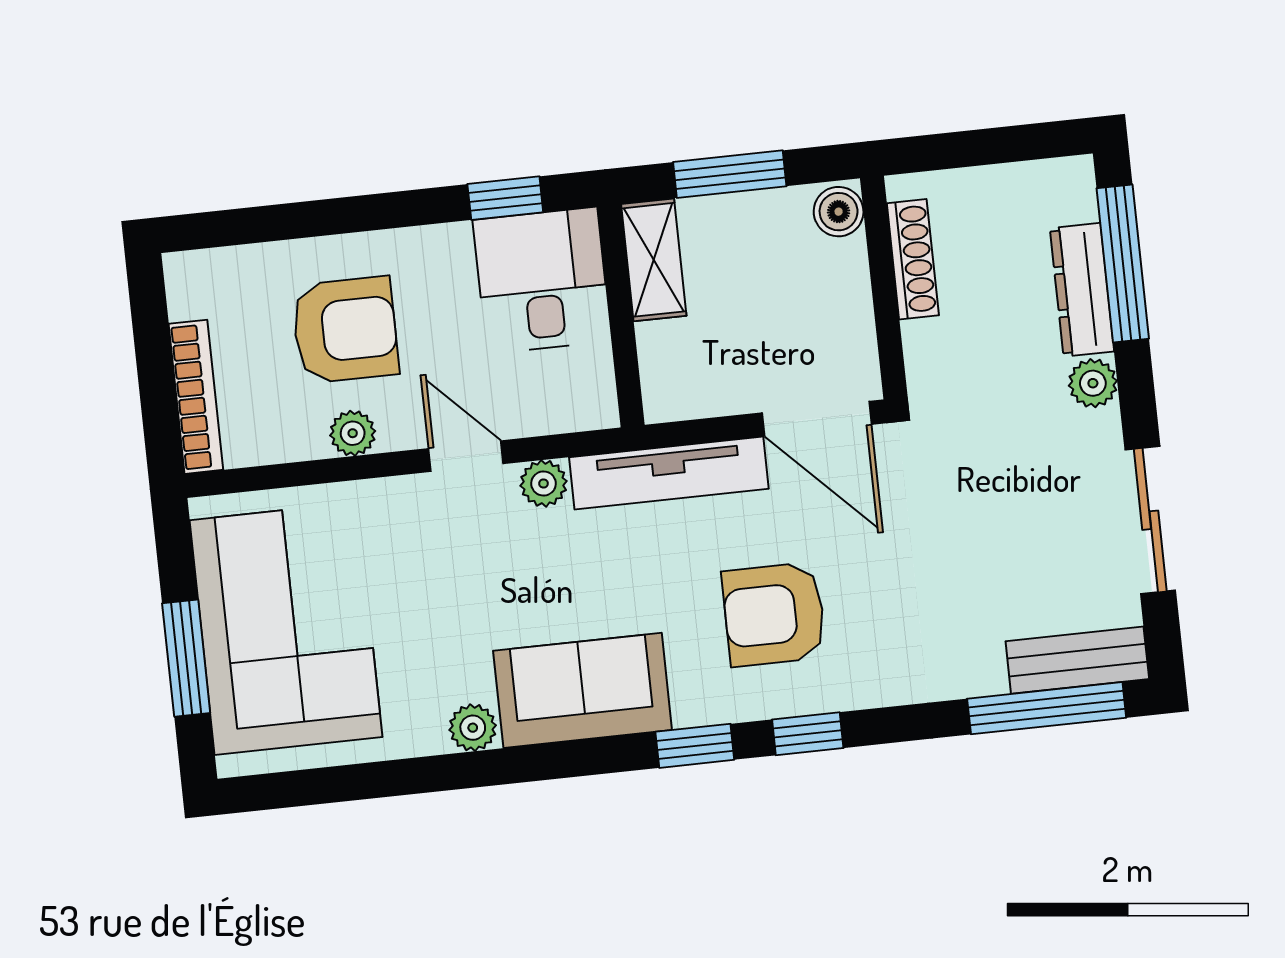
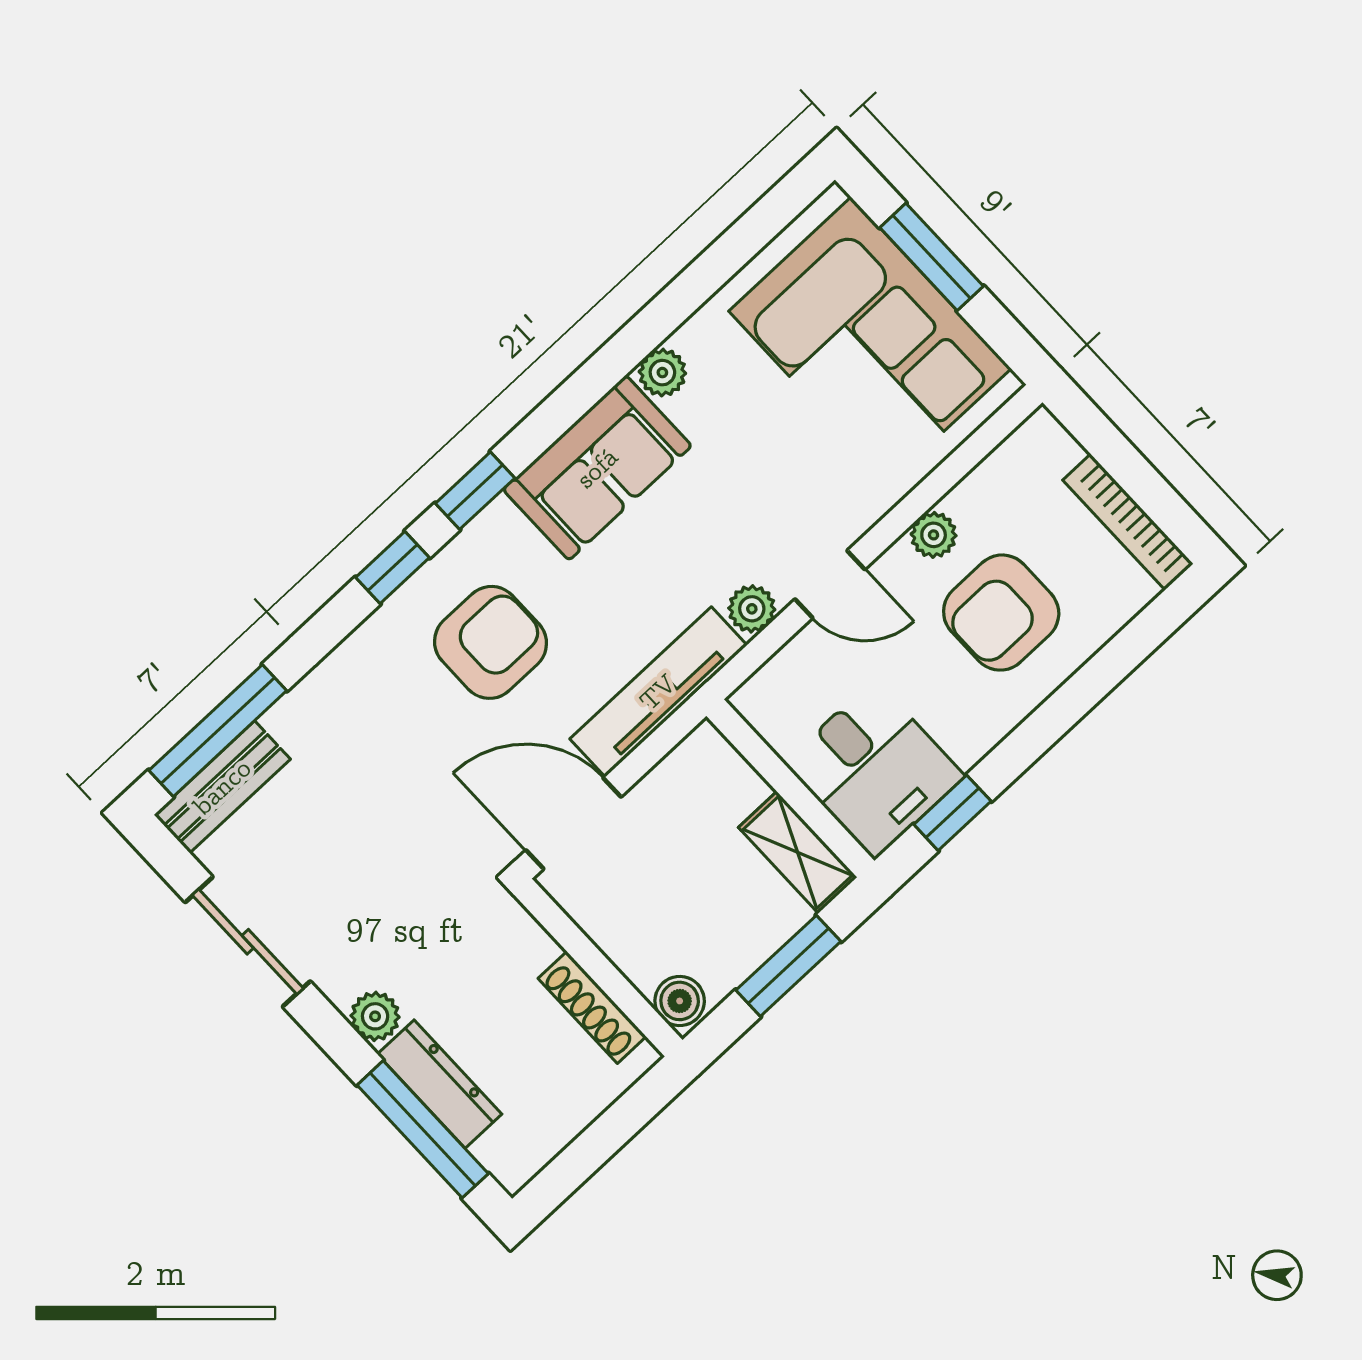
bookcase: (196, 397) -> (1128, 522), moved

